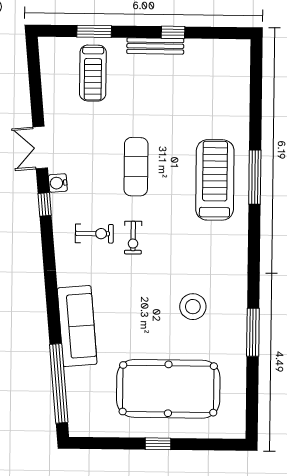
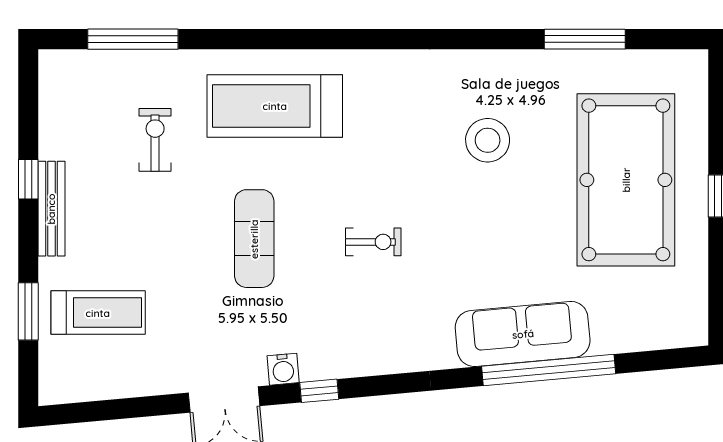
exercise mat: (136, 167) -> (254, 239), turned 90
window: (255, 177) -> (133, 39), moved
exercise bike: (94, 234) -> (155, 140), moved
window: (253, 332) -> (585, 39), moved
window: (59, 383) -> (549, 370), moved

